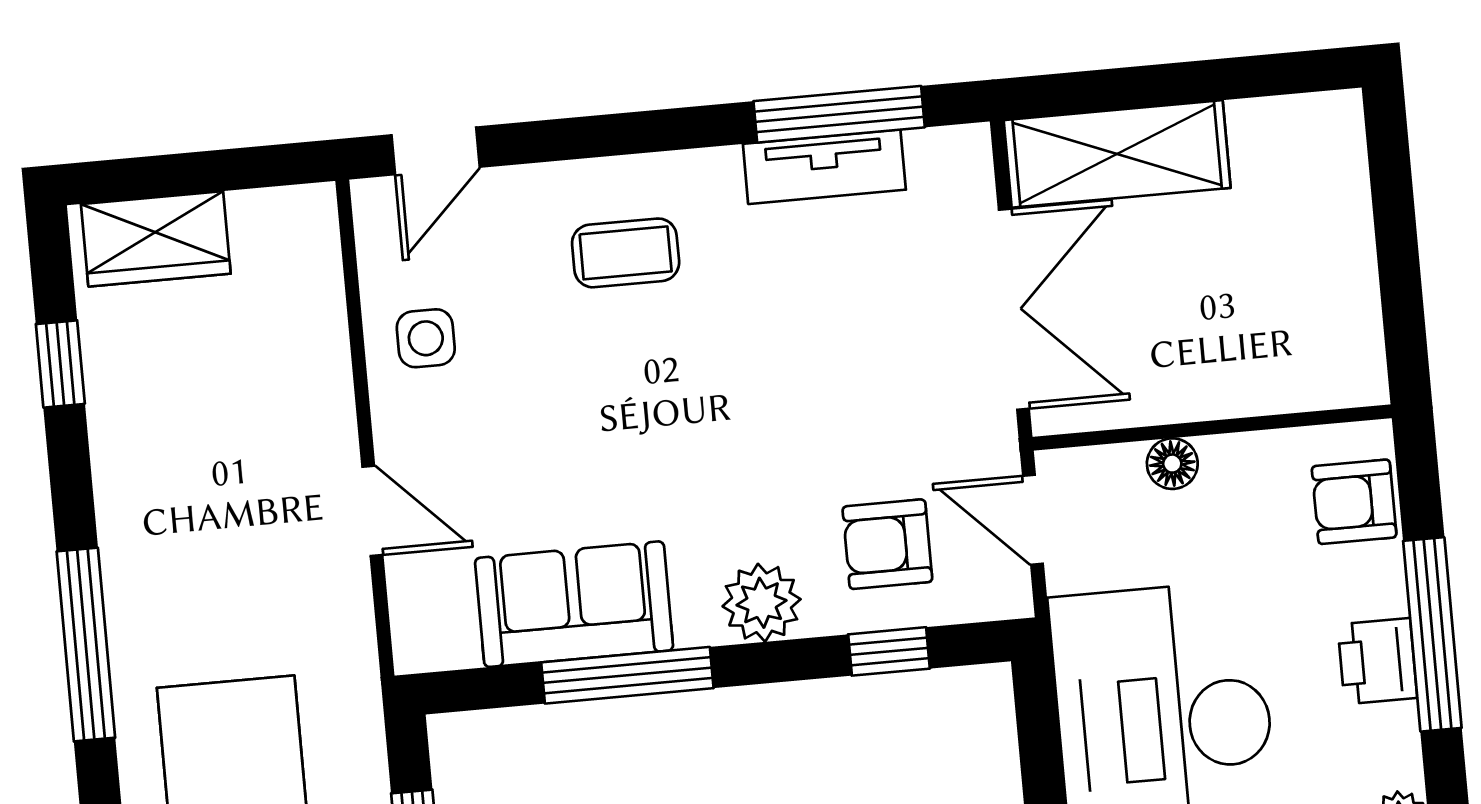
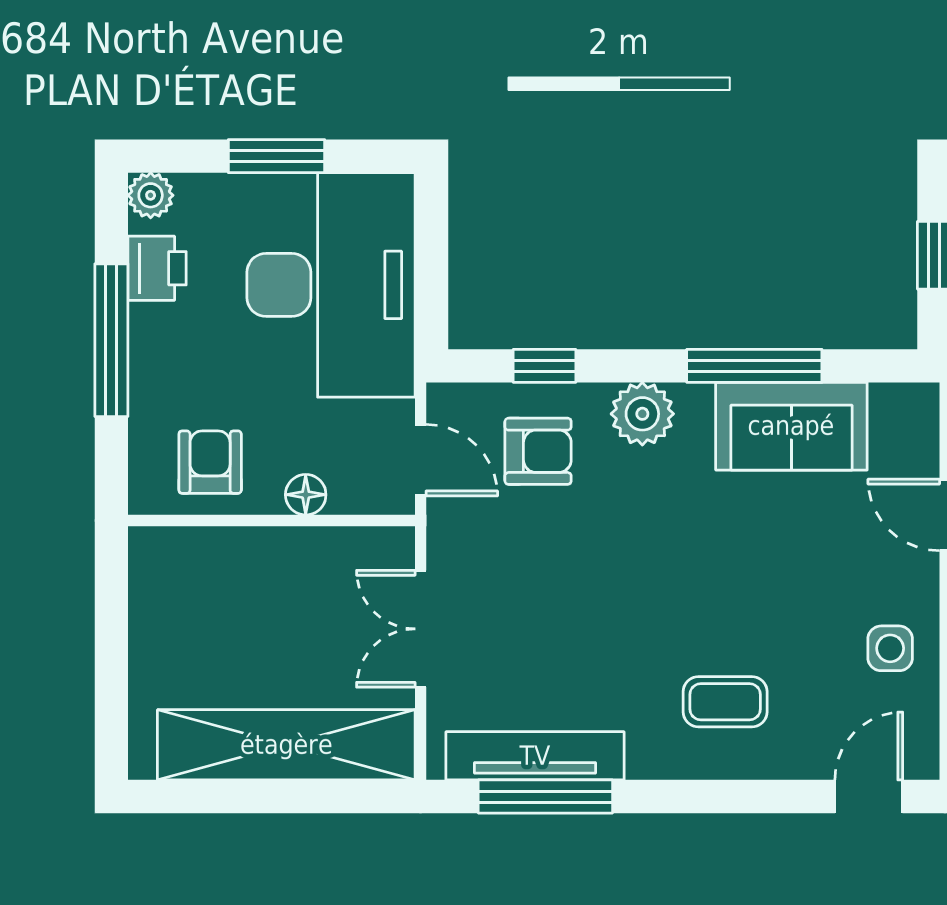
shelving: (1117, 154) -> (286, 745), width x1.47
tv unit: (824, 167) -> (535, 756), width x1.41
double door: (1014, 309) -> (421, 629), width x0.73
armchair: (1354, 502) -> (210, 462), moved, turned -90
printer: (1377, 661) -> (157, 268), moved

